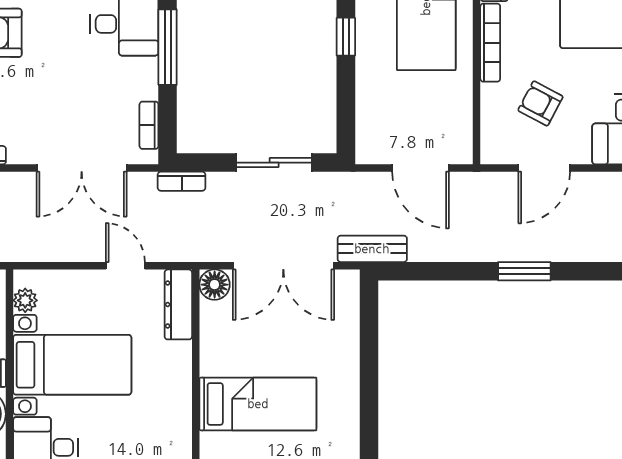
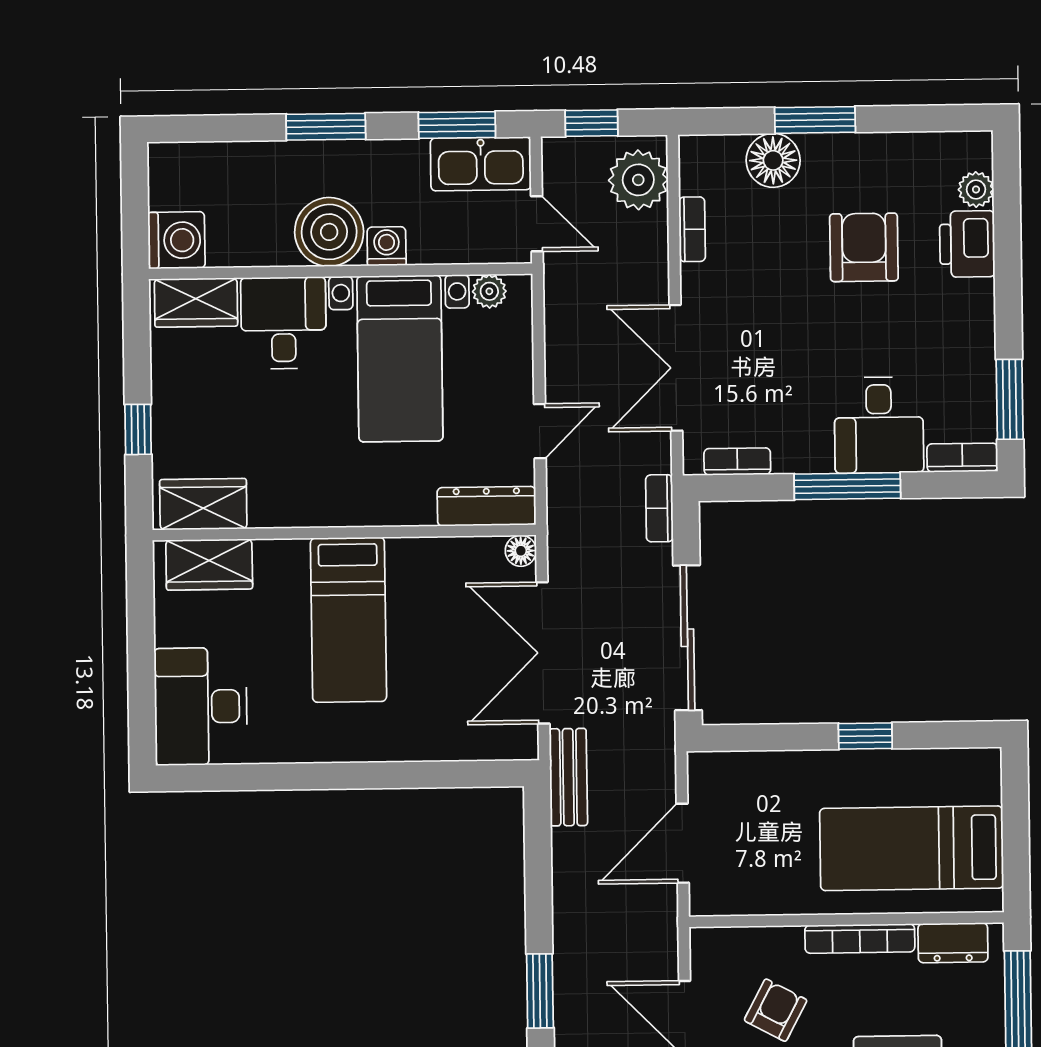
sliding door: (274, 163) -> (687, 638), width x1.37
floor lamp: (215, 285) -> (521, 551), width x0.73, depth x0.73

